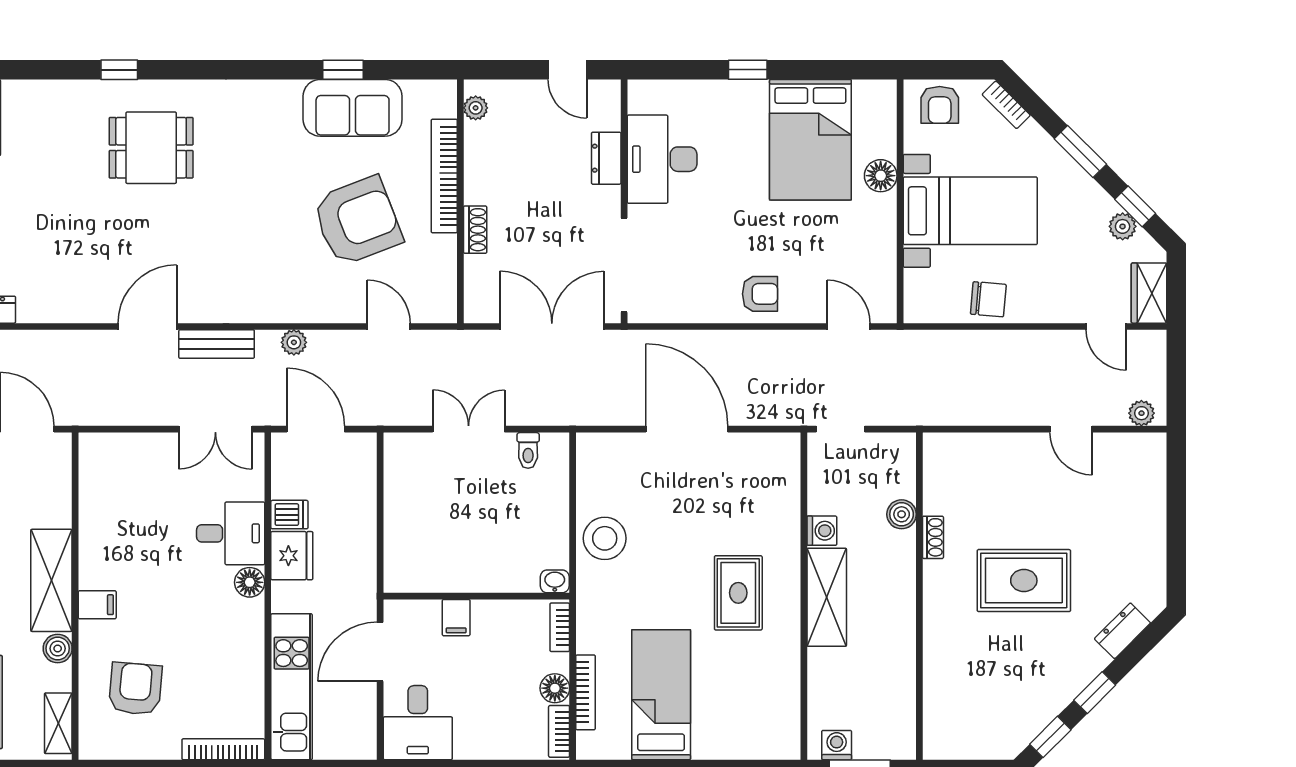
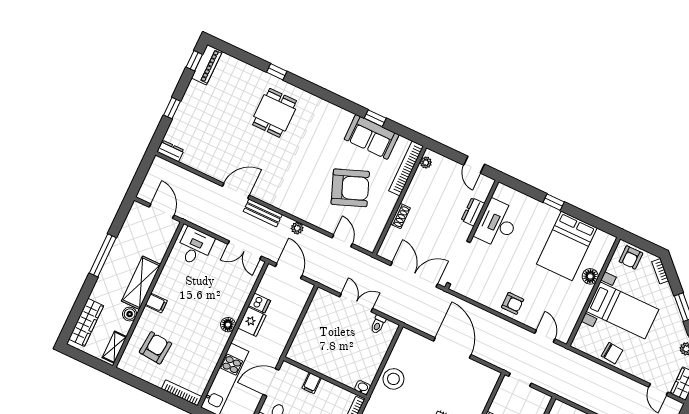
dining table: (151, 148) -> (275, 113), turned 90
bookcase: (444, 176) -> (406, 168), moved
desk: (231, 533) -> (195, 247), moved, turned -90

